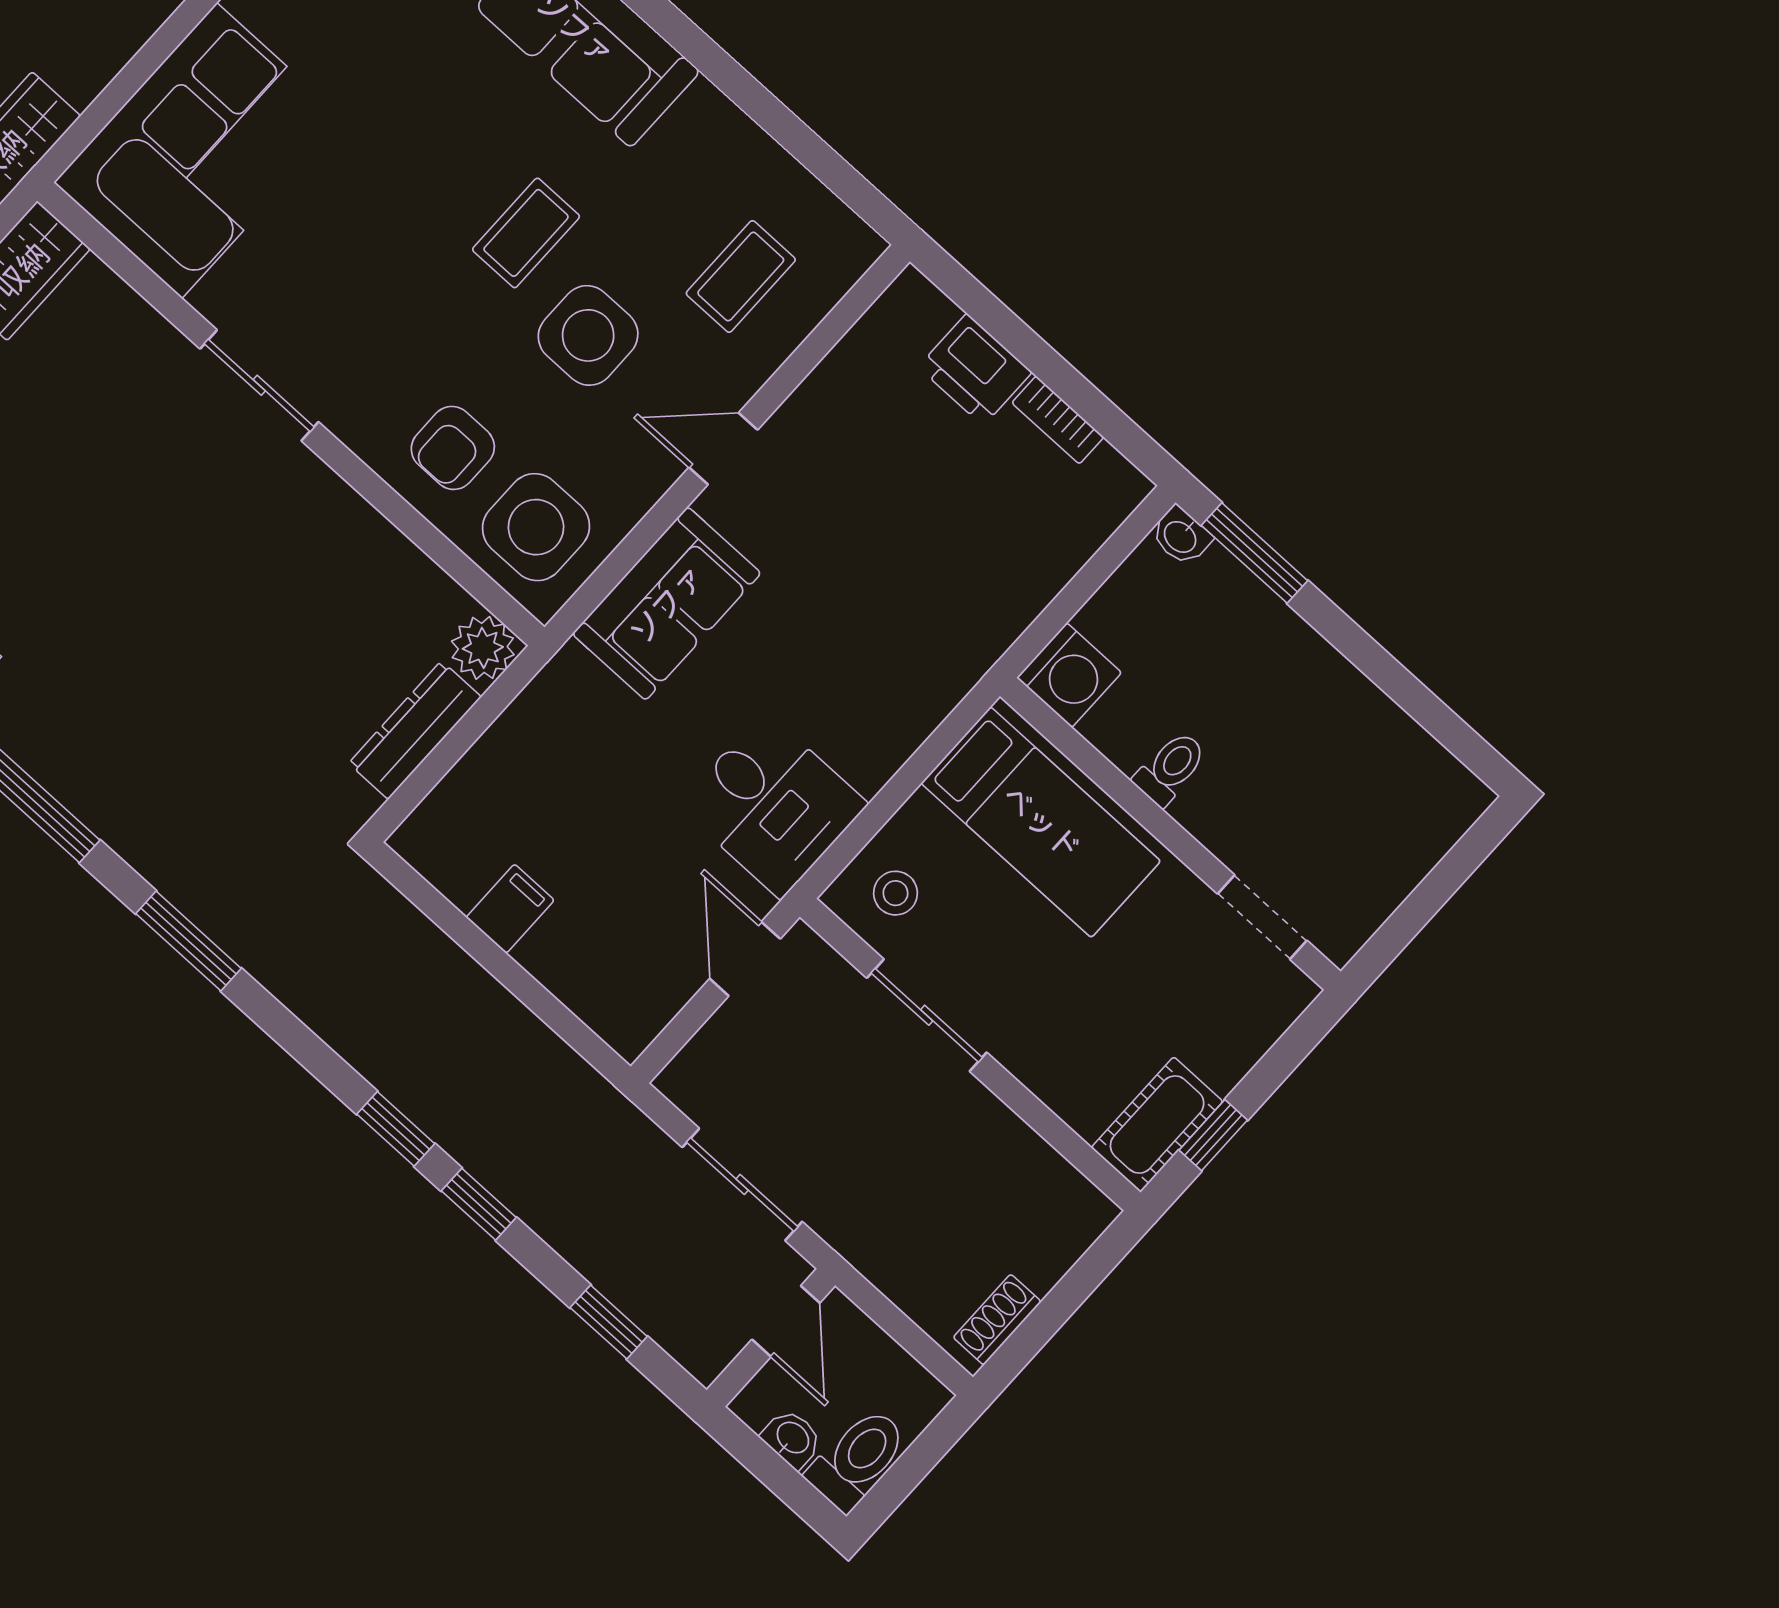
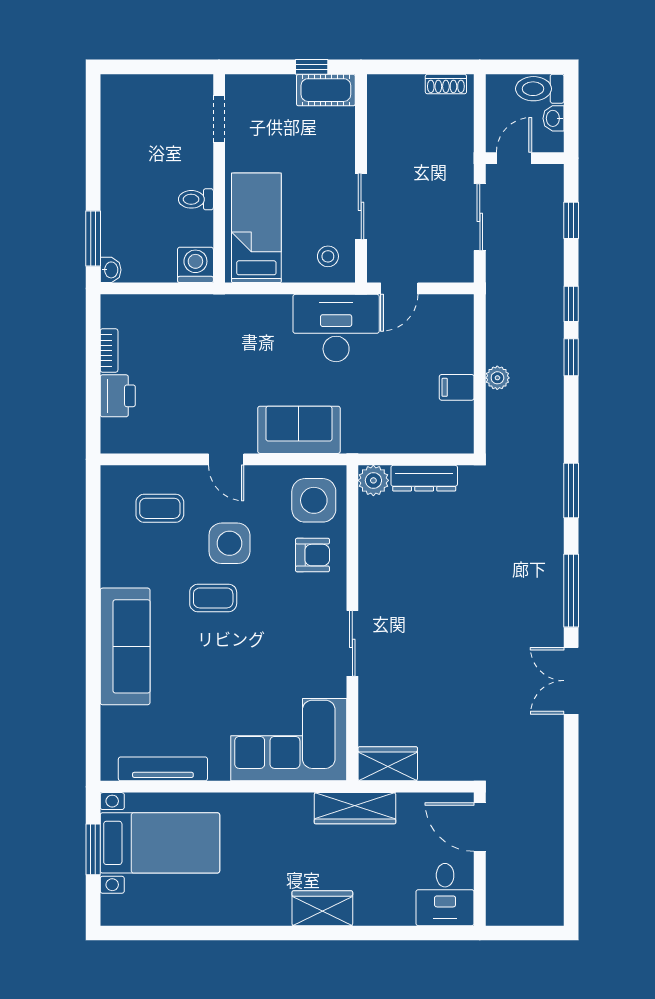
desk: (773, 805) -> (336, 328), width x1.37
plant: (468, 986) -> (497, 378), added

